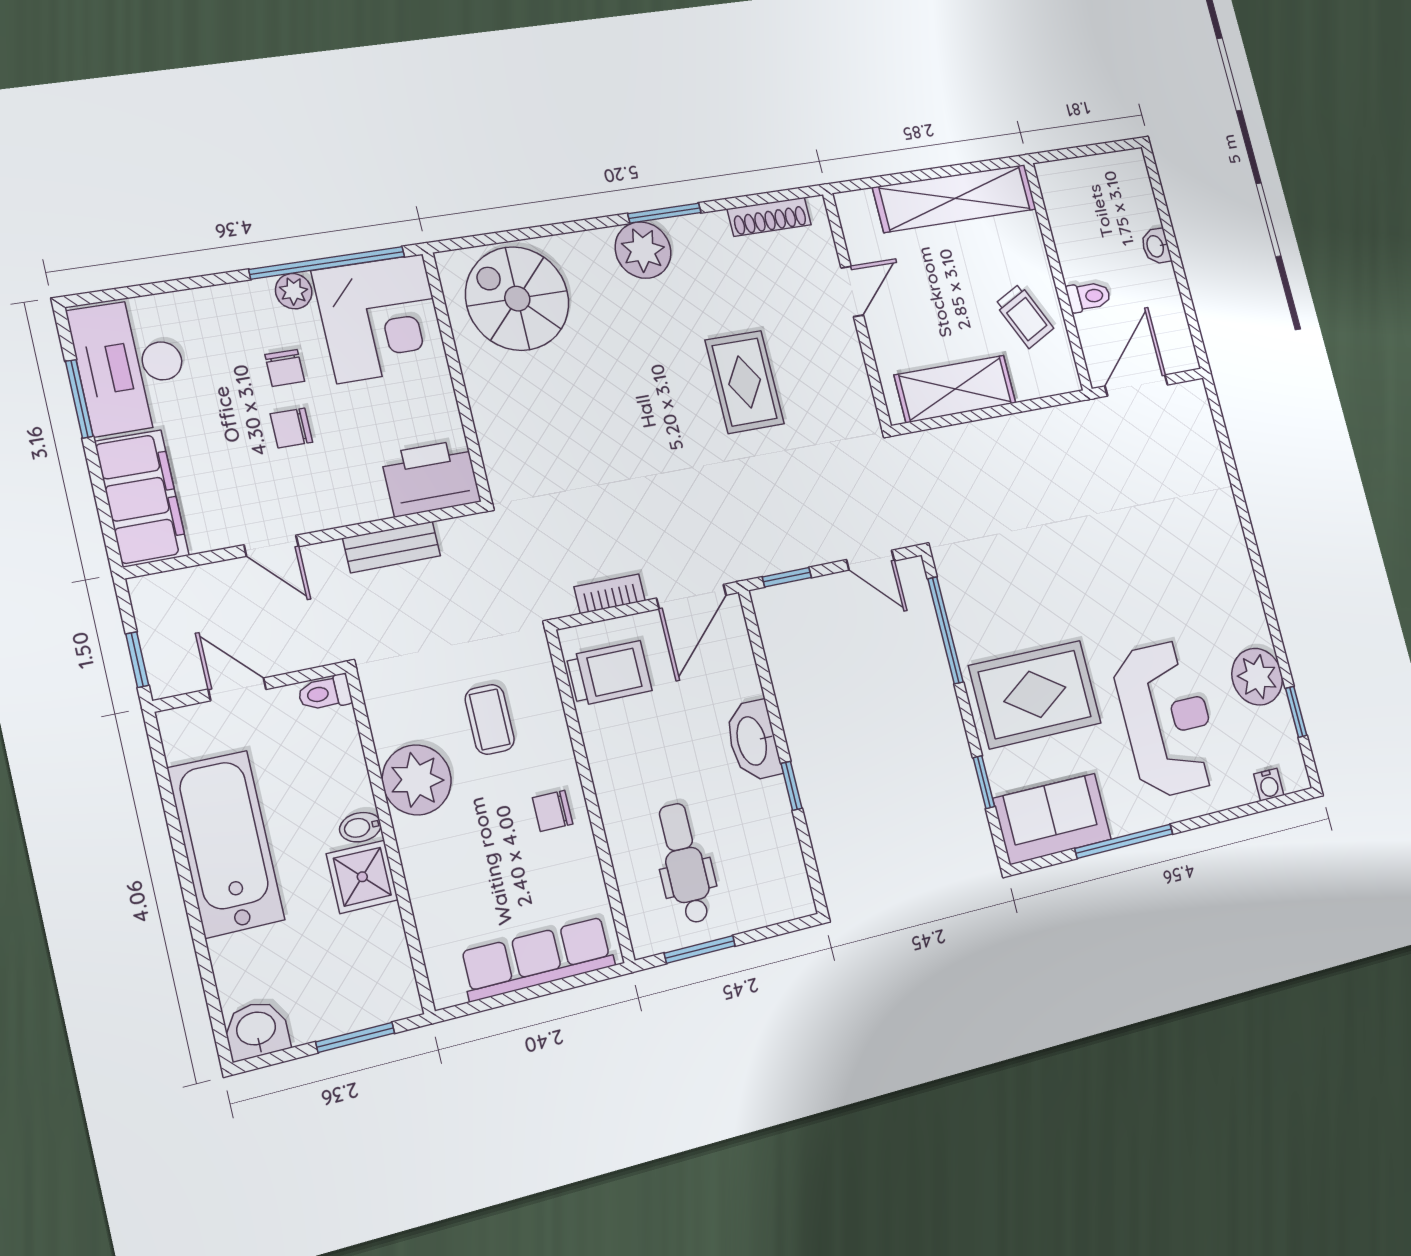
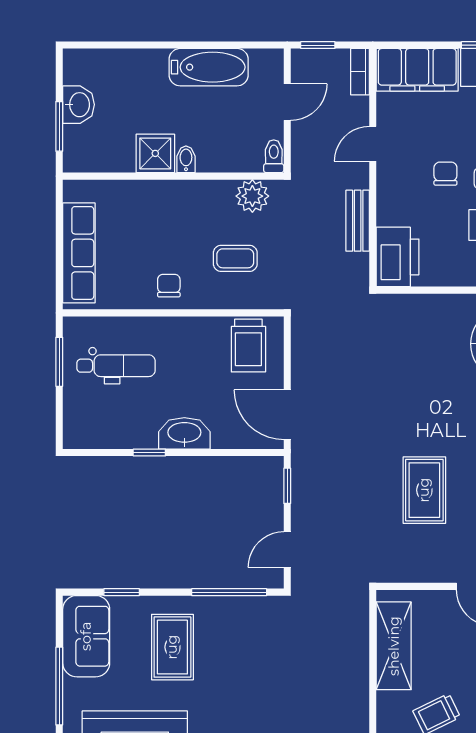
rug: (745, 382) -> (424, 490), turned 90
bookcase: (610, 594) -> (360, 72), moved, turned 180
rug: (1035, 694) -> (172, 647), width x0.73, depth x0.70
plant: (417, 780) -> (252, 196), moved, width x0.73, depth x0.73
bathtub: (226, 844) -> (209, 67), width x0.73, depth x0.73
washbasin: (256, 1030) -> (79, 105), moved

